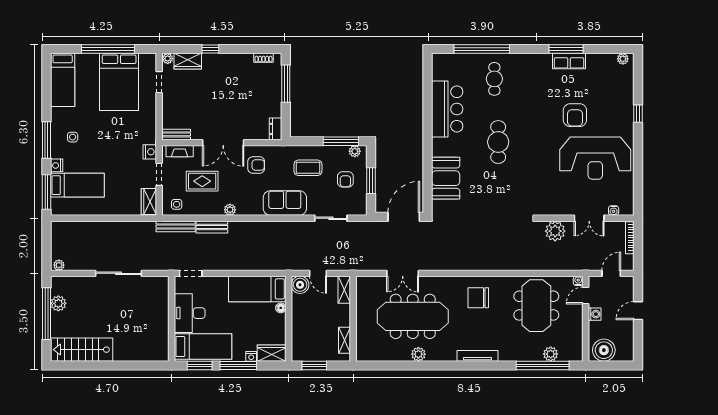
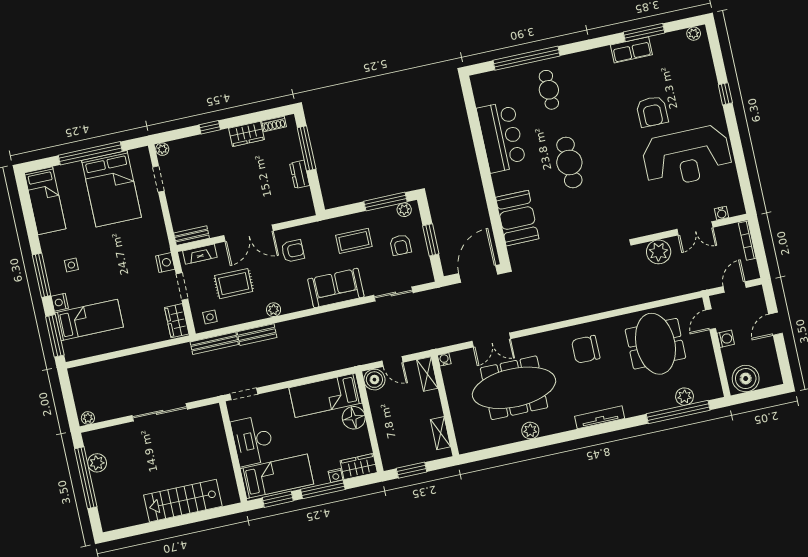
window: (566, 49) -> (644, 33), moved
wardrobe: (188, 61) -> (246, 134), moved
dresser: (275, 129) -> (300, 174), moved
water cooler: (578, 281) -> (444, 359), moved
floor lamp: (281, 308) -> (354, 418), width x1.89, depth x1.89
stairs: (82, 350) -> (183, 501), moved

